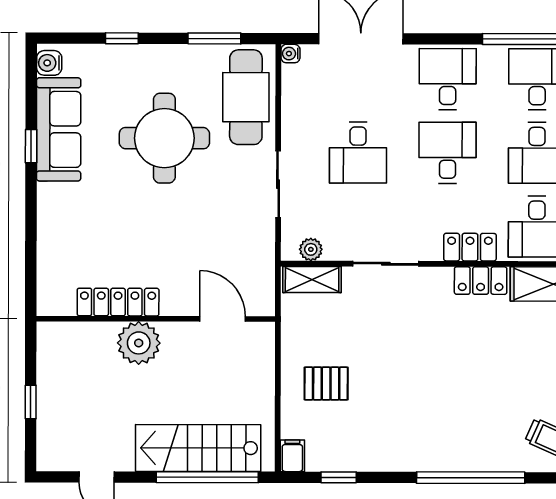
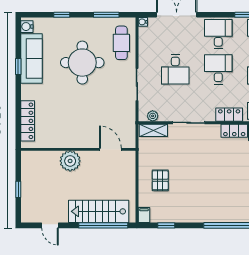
cafe table: (246, 97) -> (121, 43), width x0.73, depth x0.74
locker: (118, 302) -> (28, 121), moved, turned 90
pallet: (326, 384) -> (160, 180), turned 90

